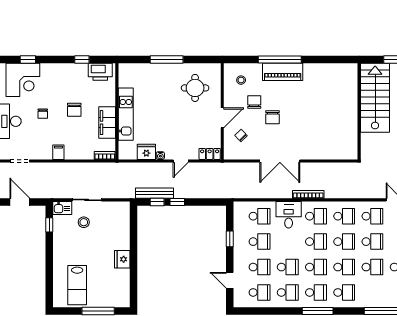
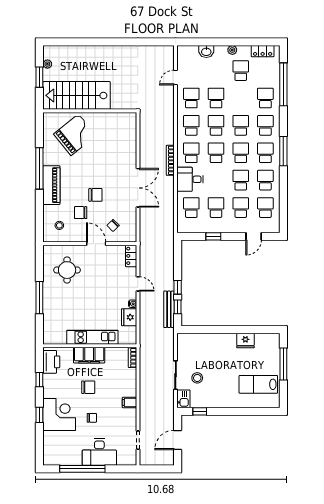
window: (28, 60) -> (39, 415), moved
window: (280, 60) -> (39, 168), moved
corner desk: (23, 80) -> (59, 414), moved
grand piano: (335, 96) -> (75, 135), added
filing cabinet: (107, 123) -> (89, 355), moved
fridge: (122, 259) -> (245, 341), moved
school desk: (372, 267) -> (265, 98), moved
lab bench: (77, 285) -> (258, 384), turned 180

